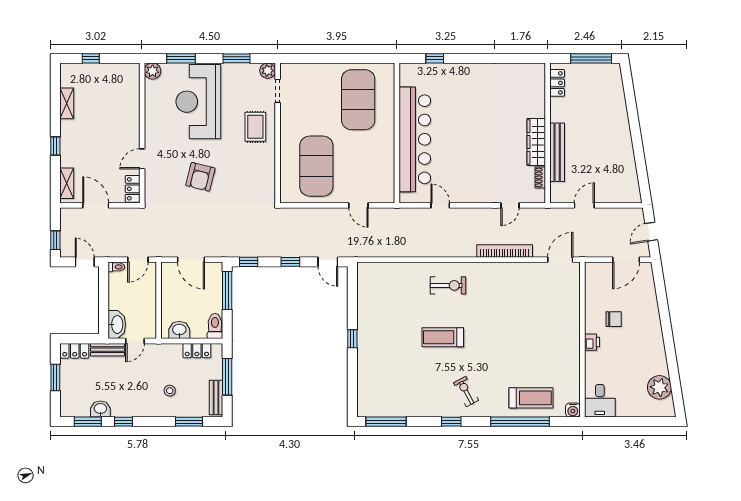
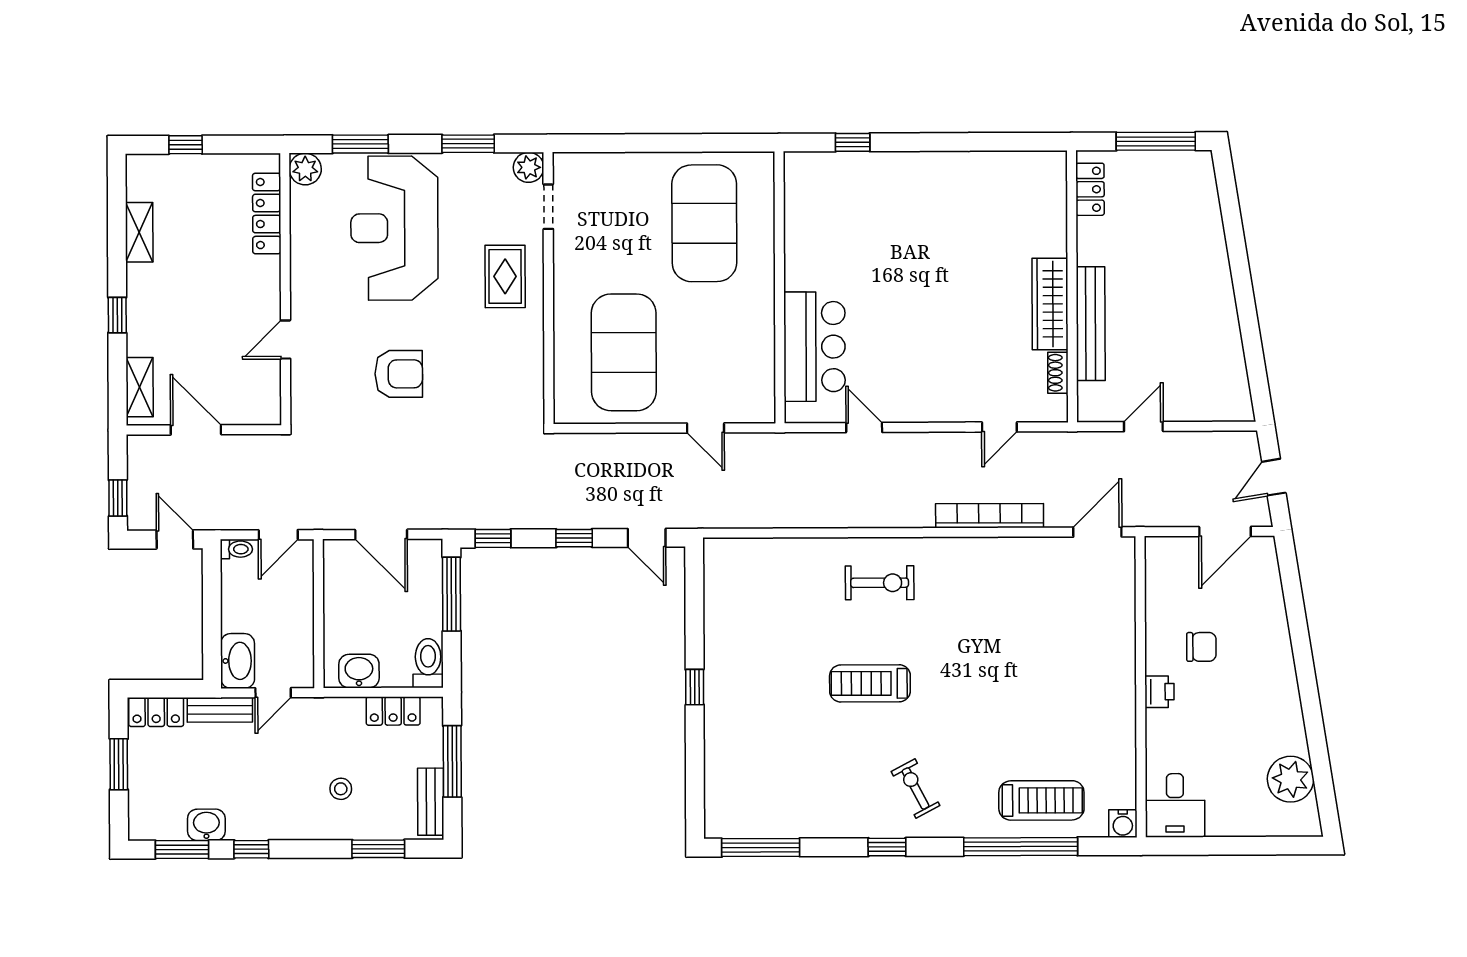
bar counter: (415, 139) -> (815, 347), width x0.54
armchair: (200, 177) -> (399, 374), turned -104
locker: (133, 189) -> (267, 214), moved, width x1.53

